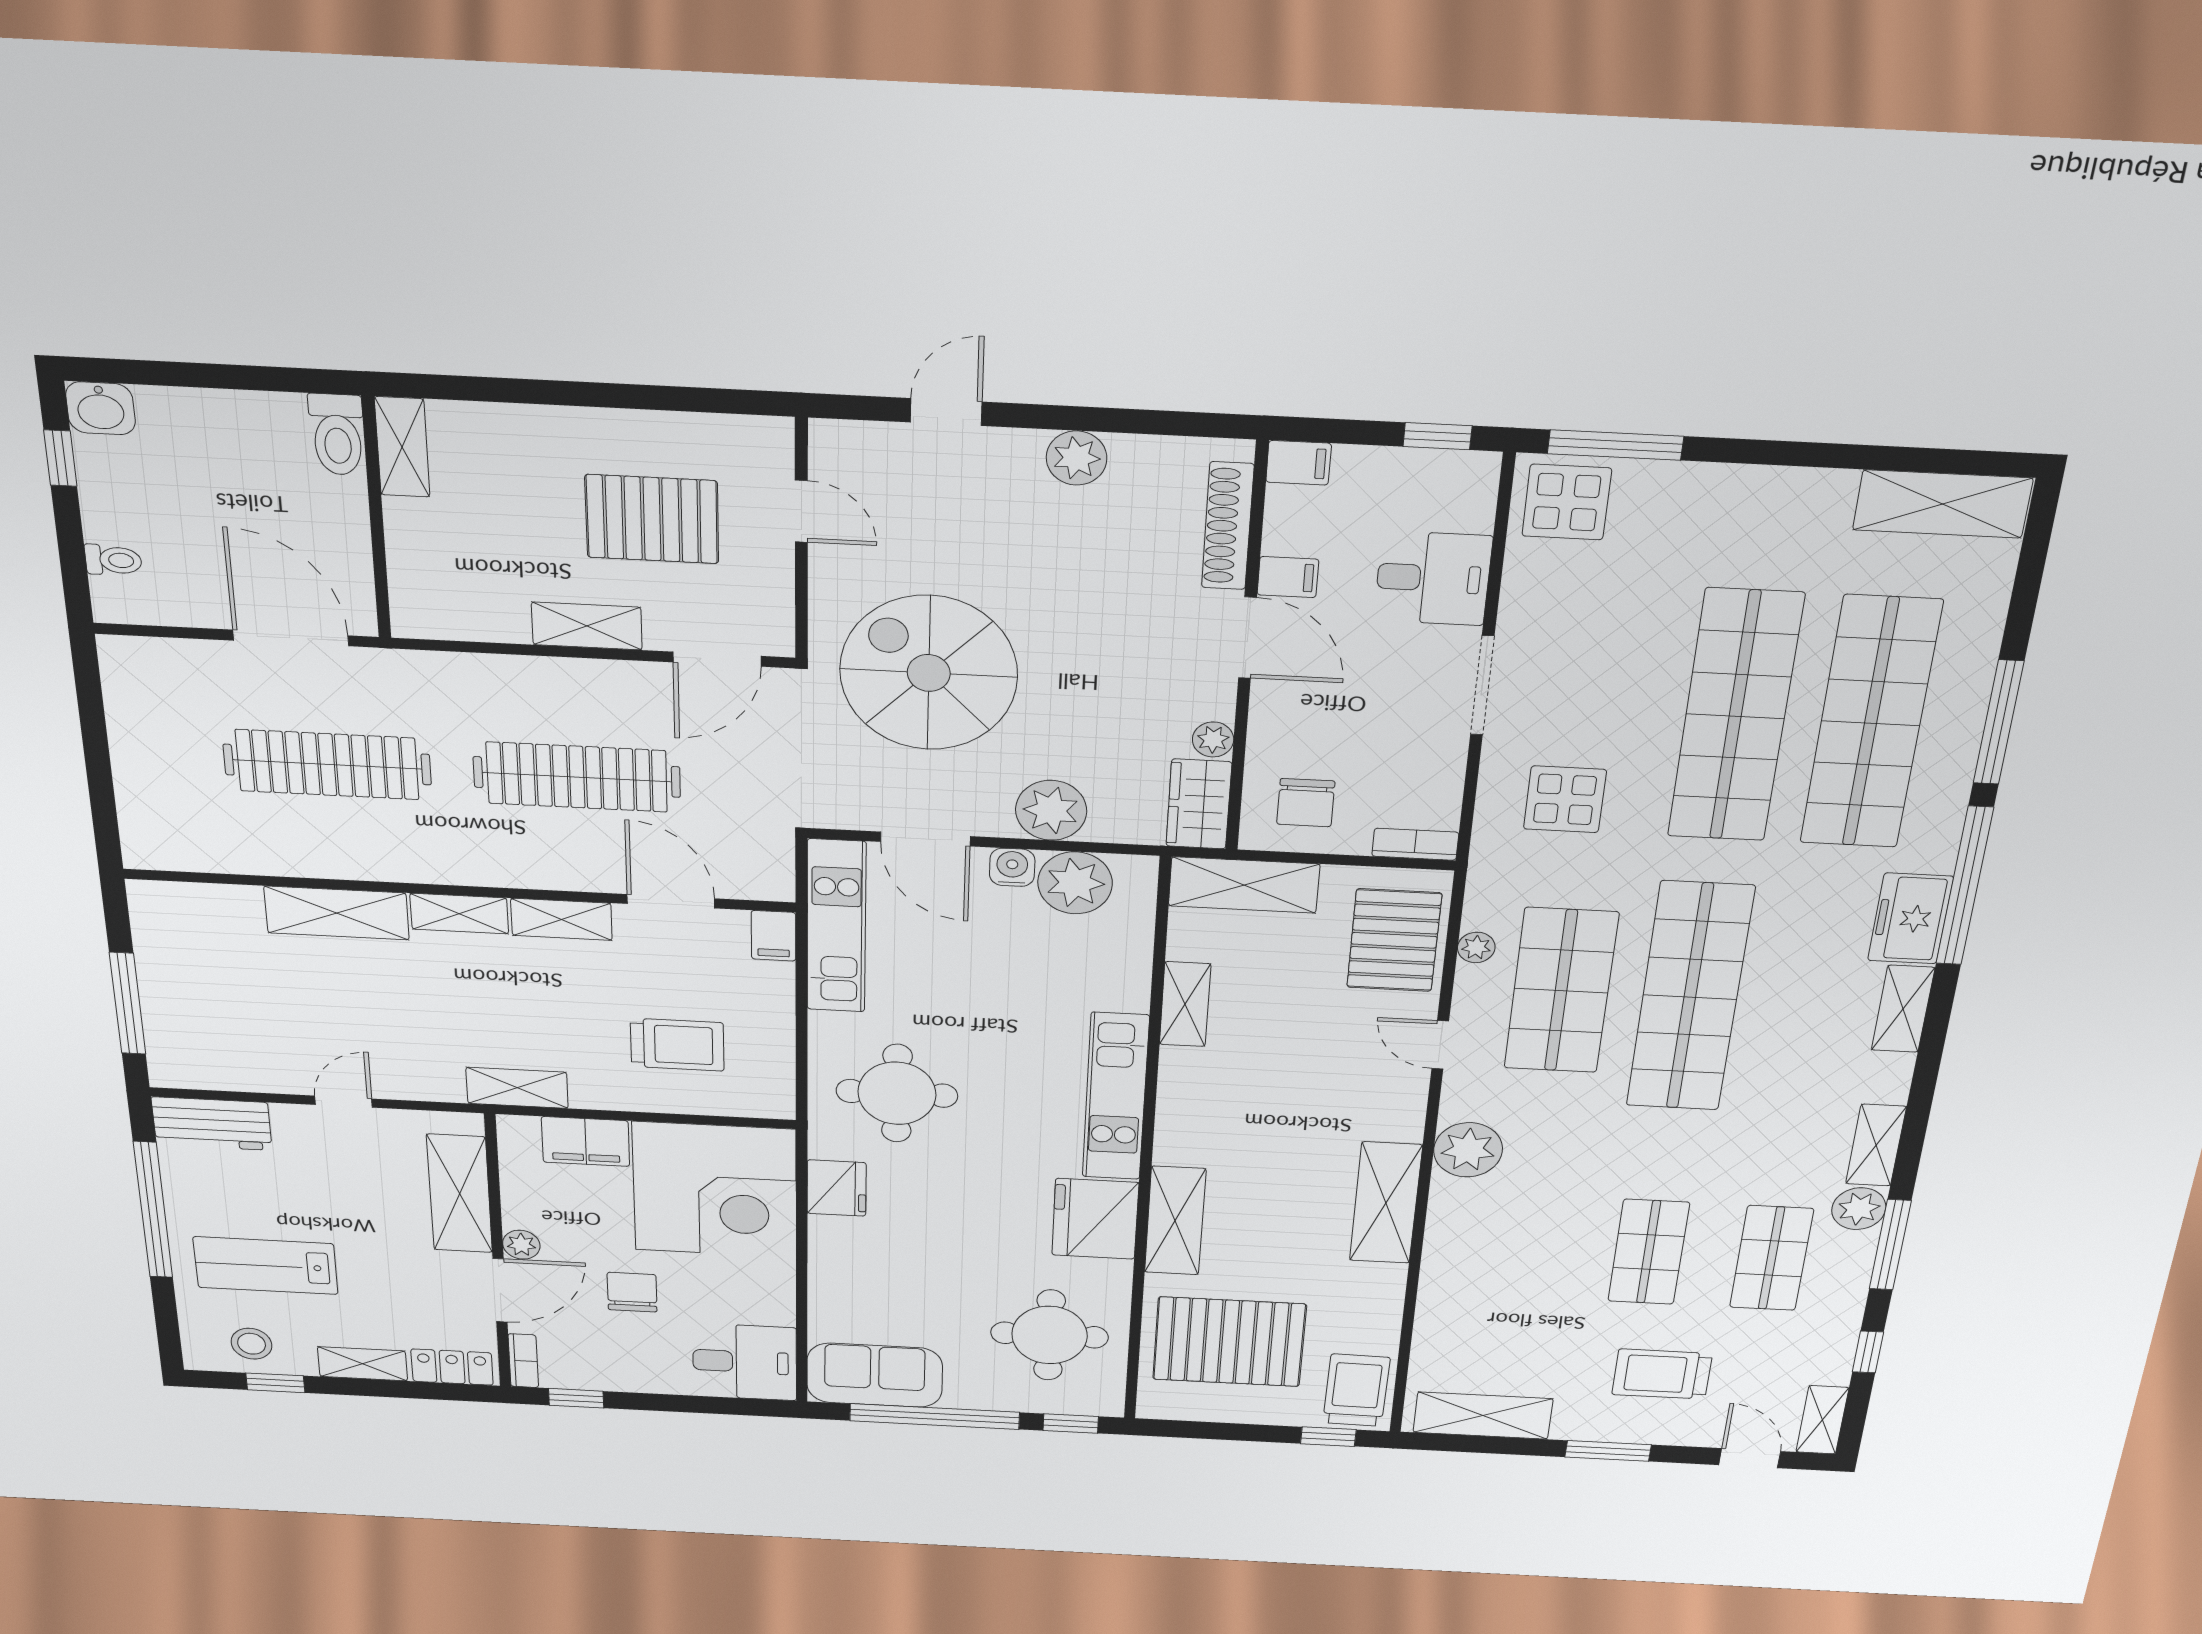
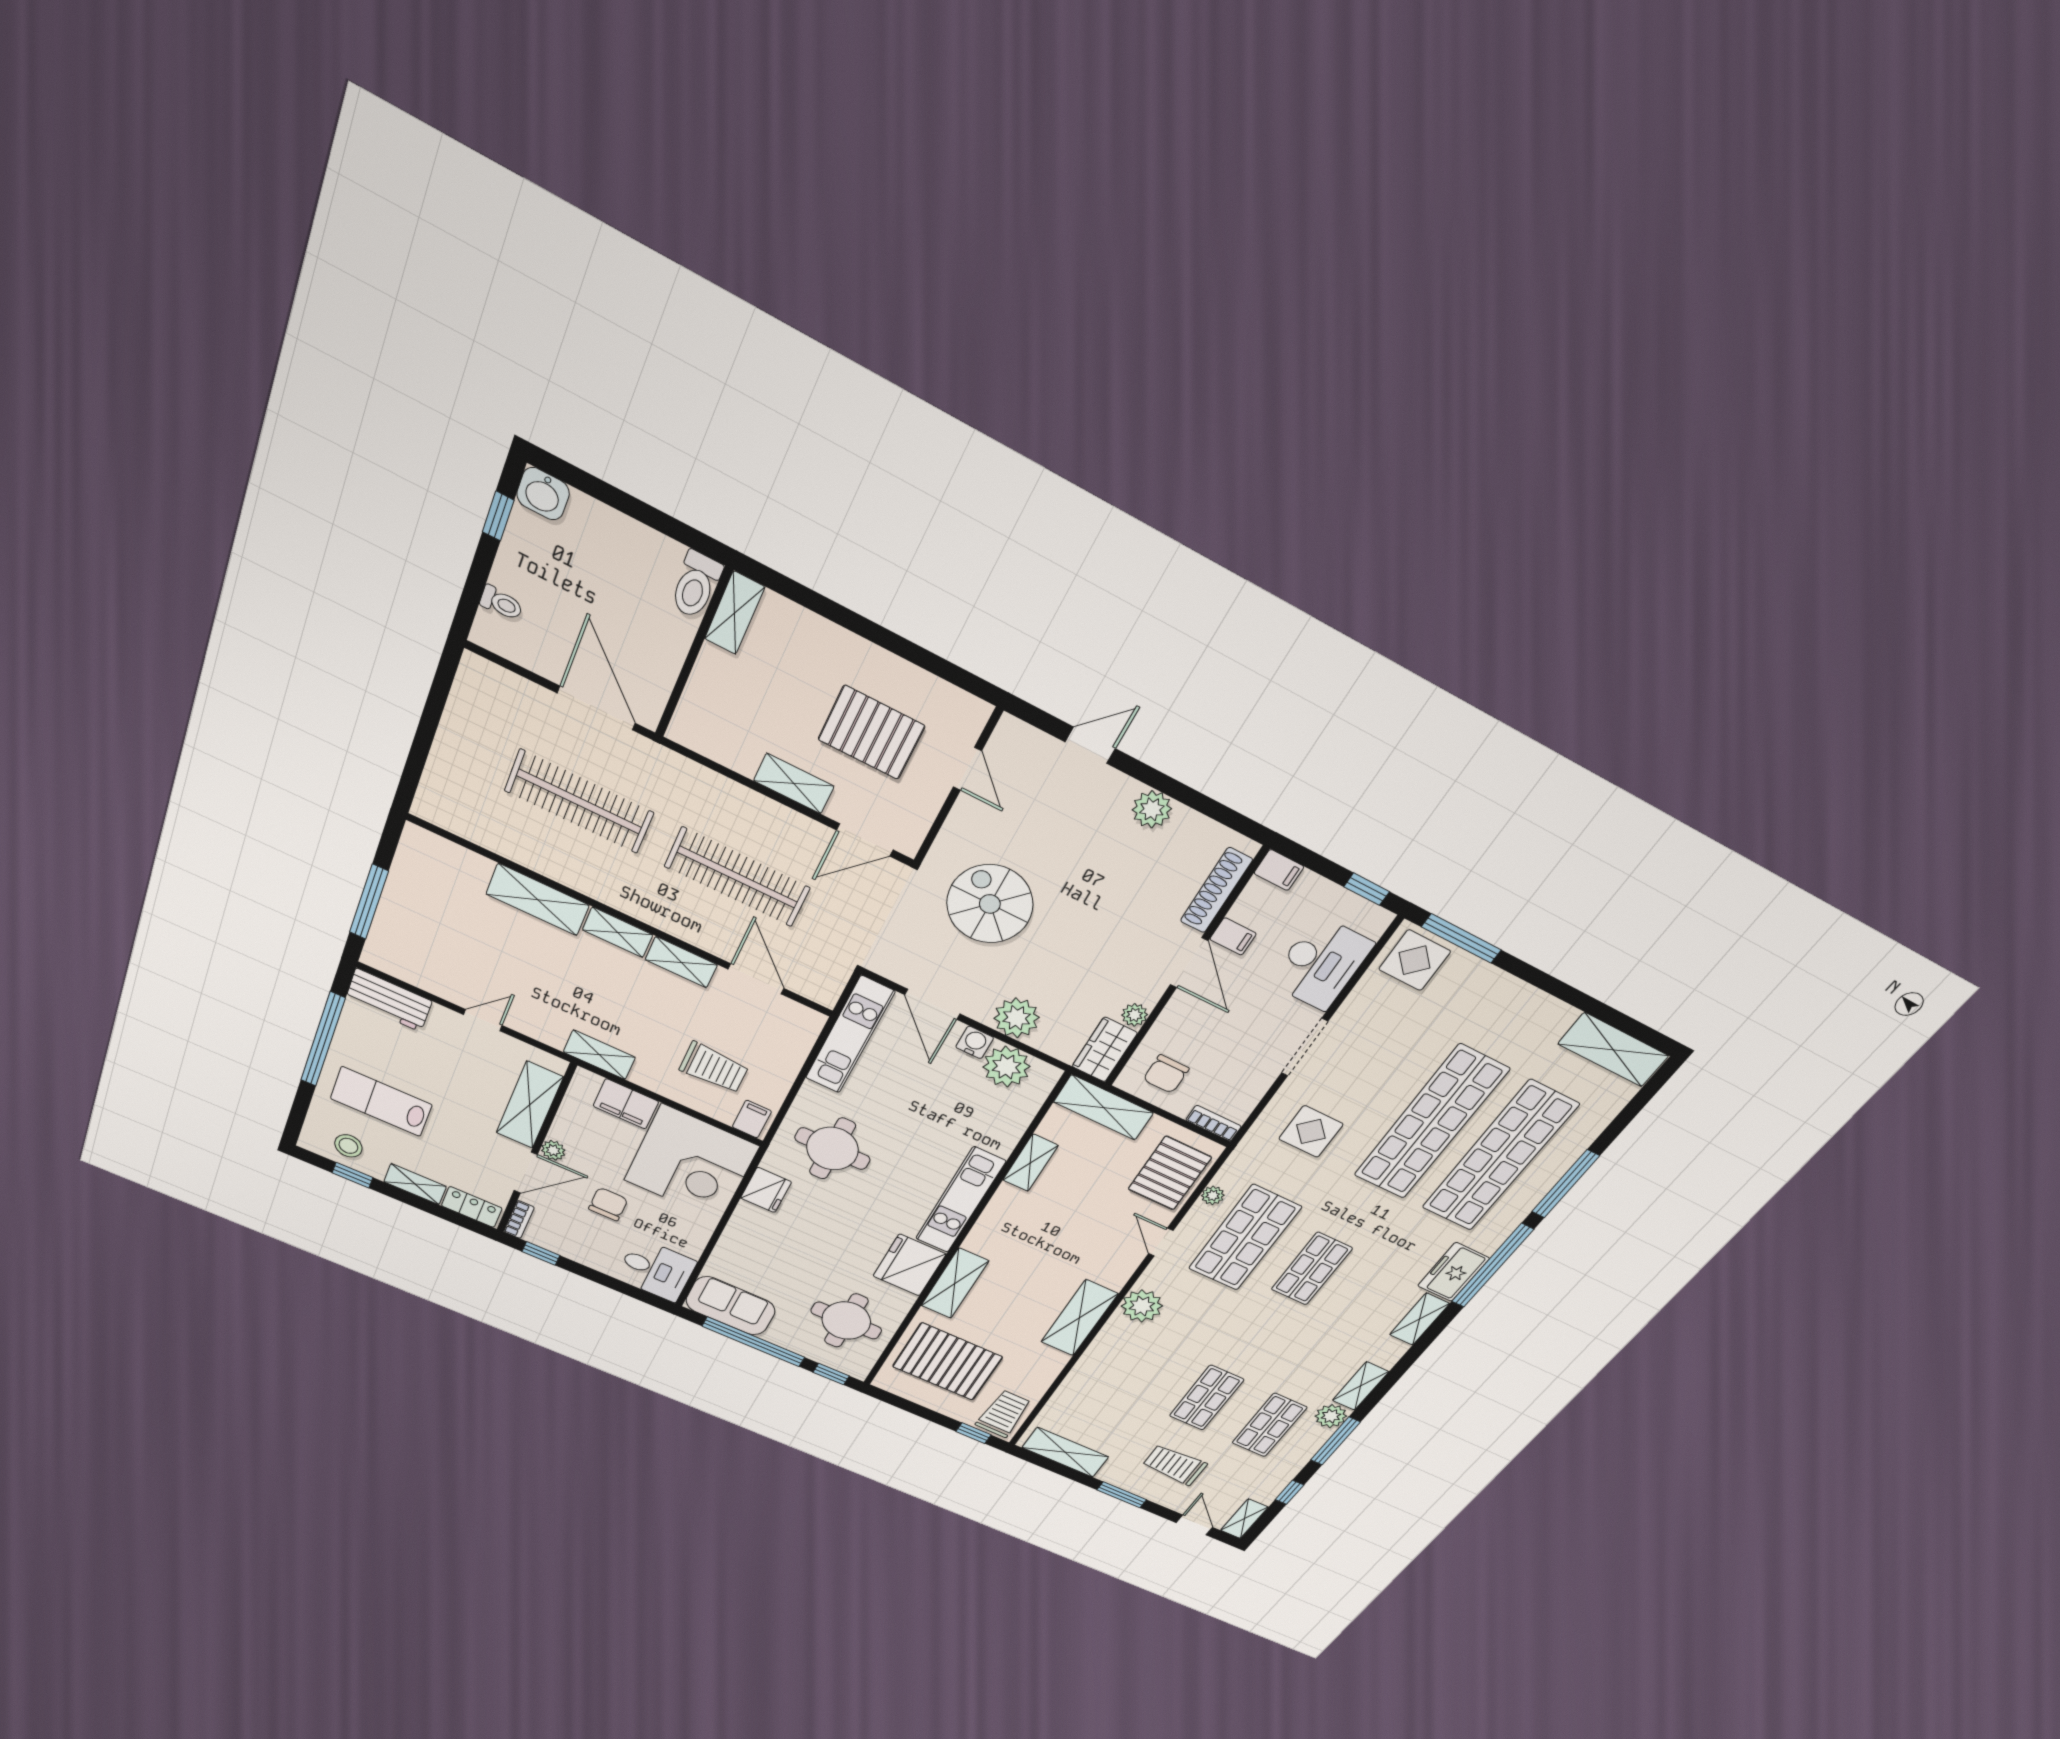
desk: (1433, 578) -> (1321, 963), width x1.37
spiral stairs: (929, 673) -> (990, 904), width x0.73, depth x0.73
filing cabinet: (774, 936) -> (752, 1119), moved, turned 180
shop shelf: (1690, 997) -> (1312, 1269), width x0.50, depth x0.74

